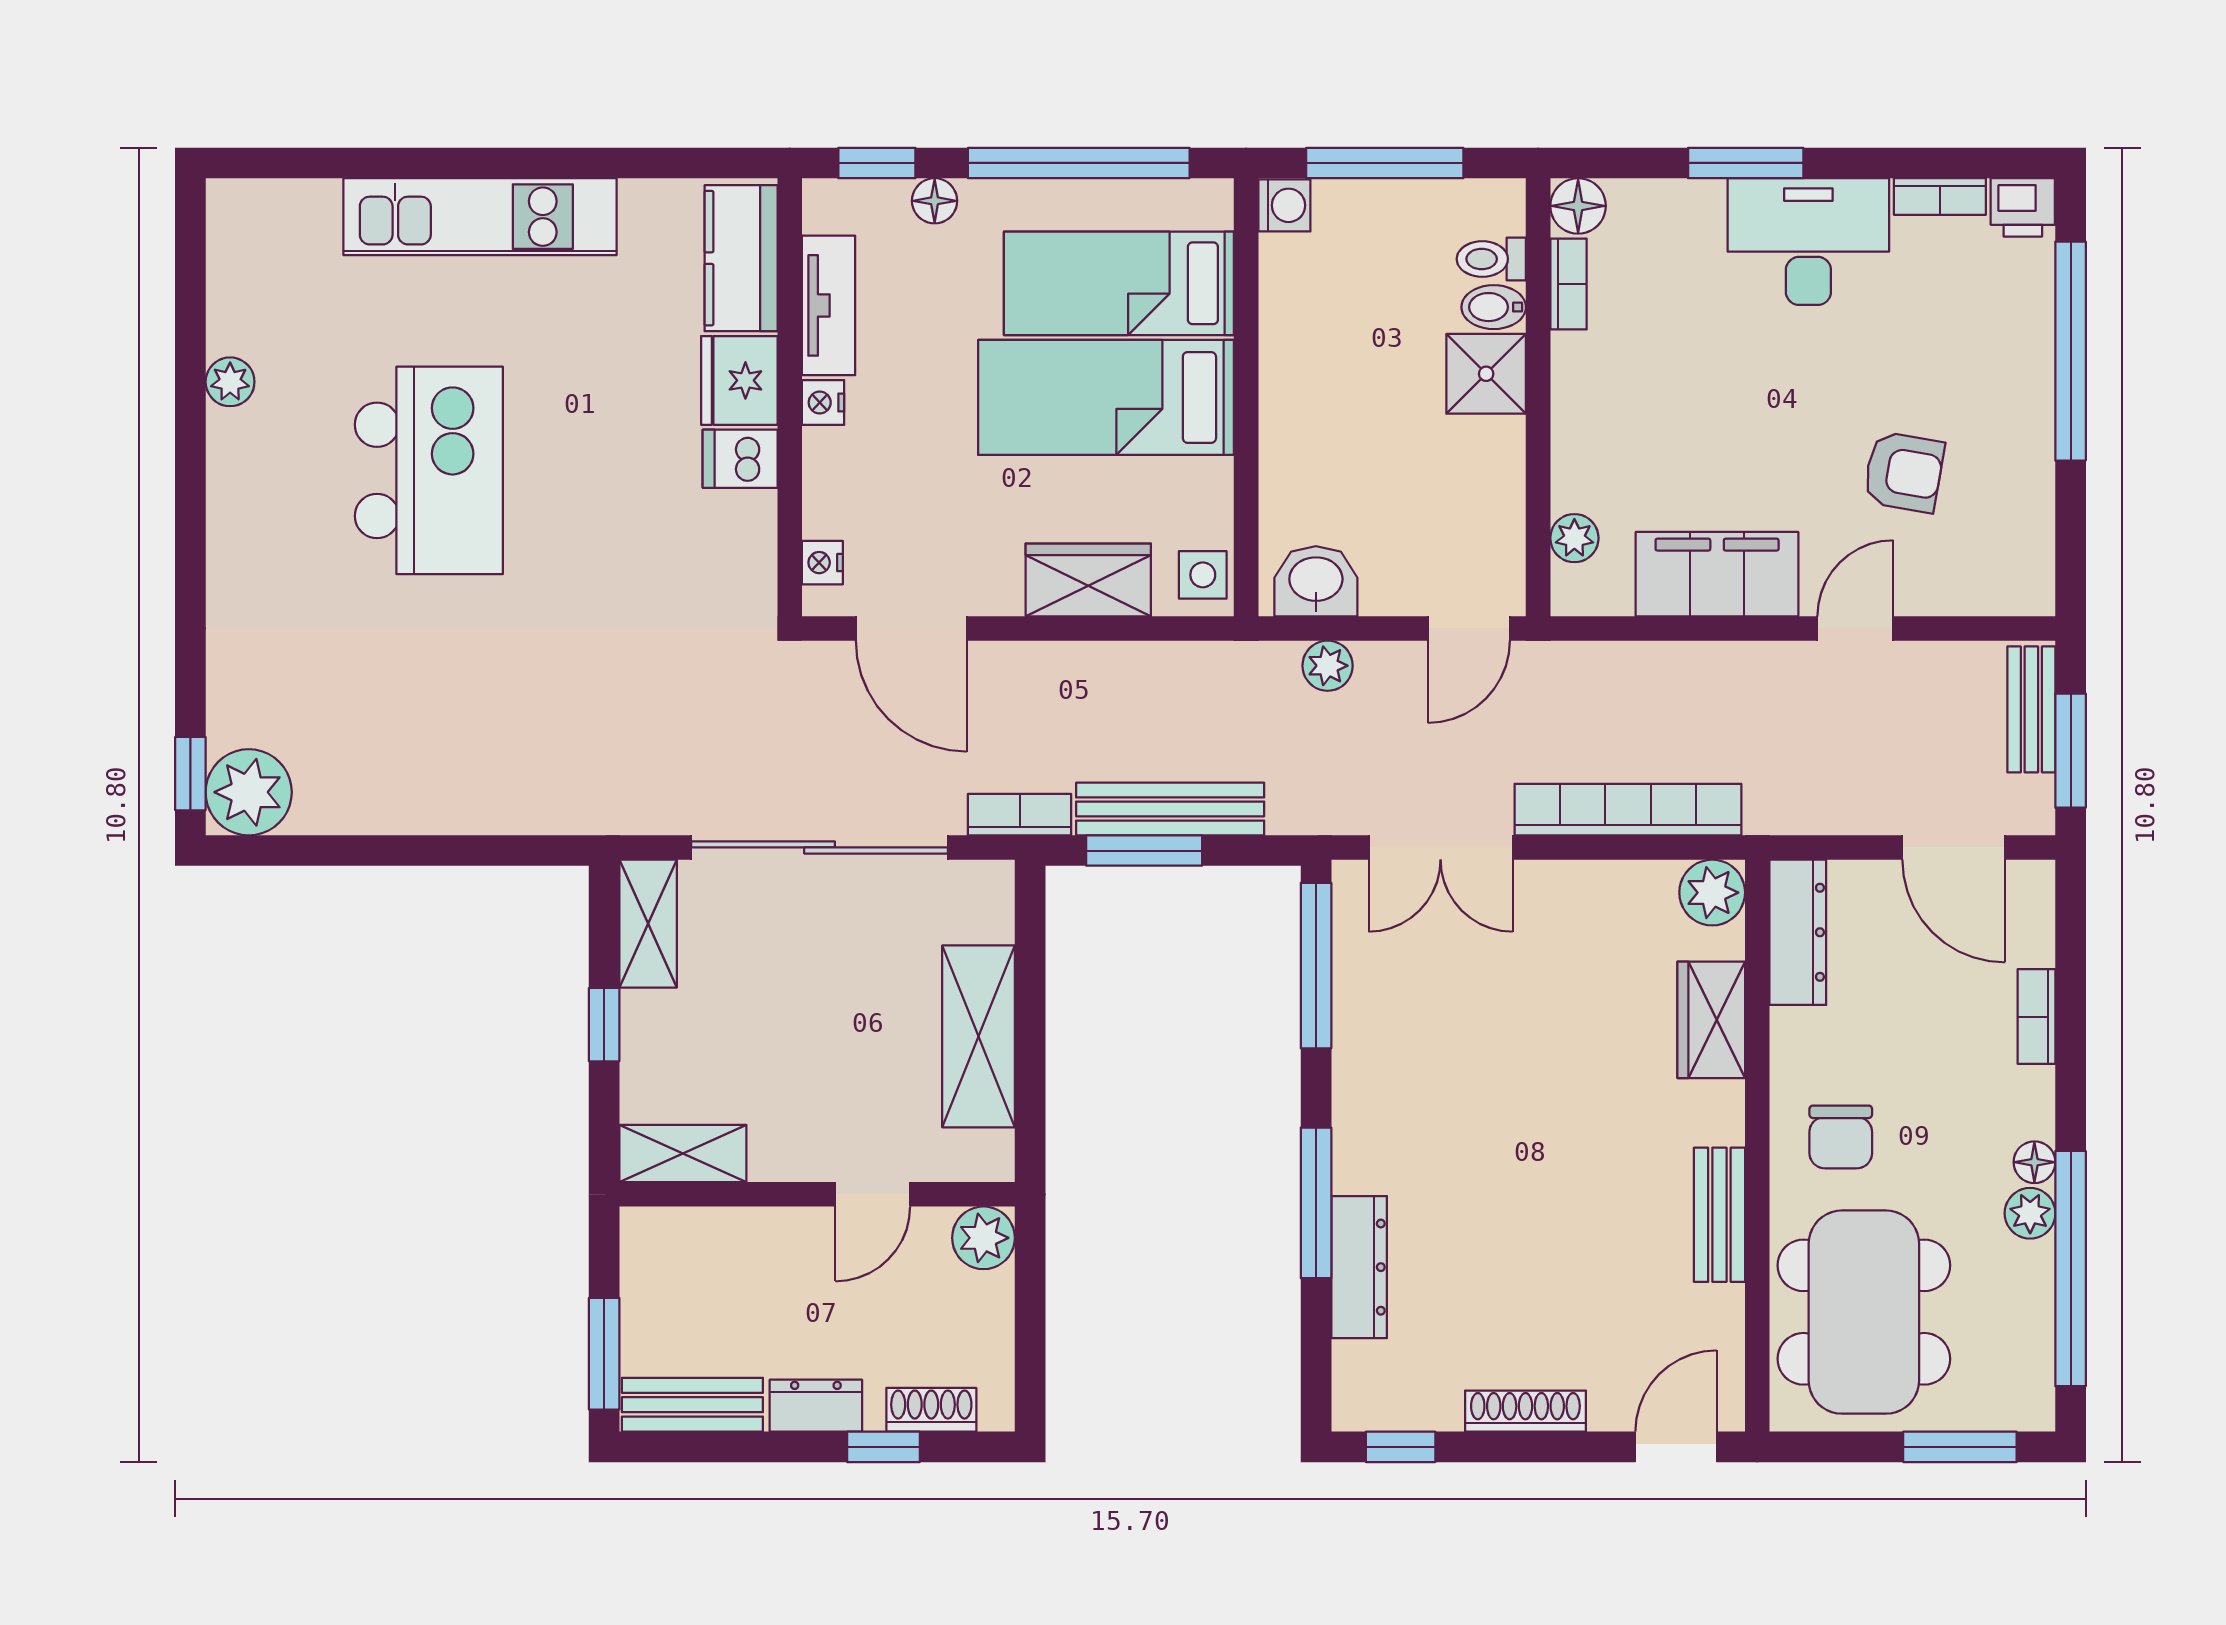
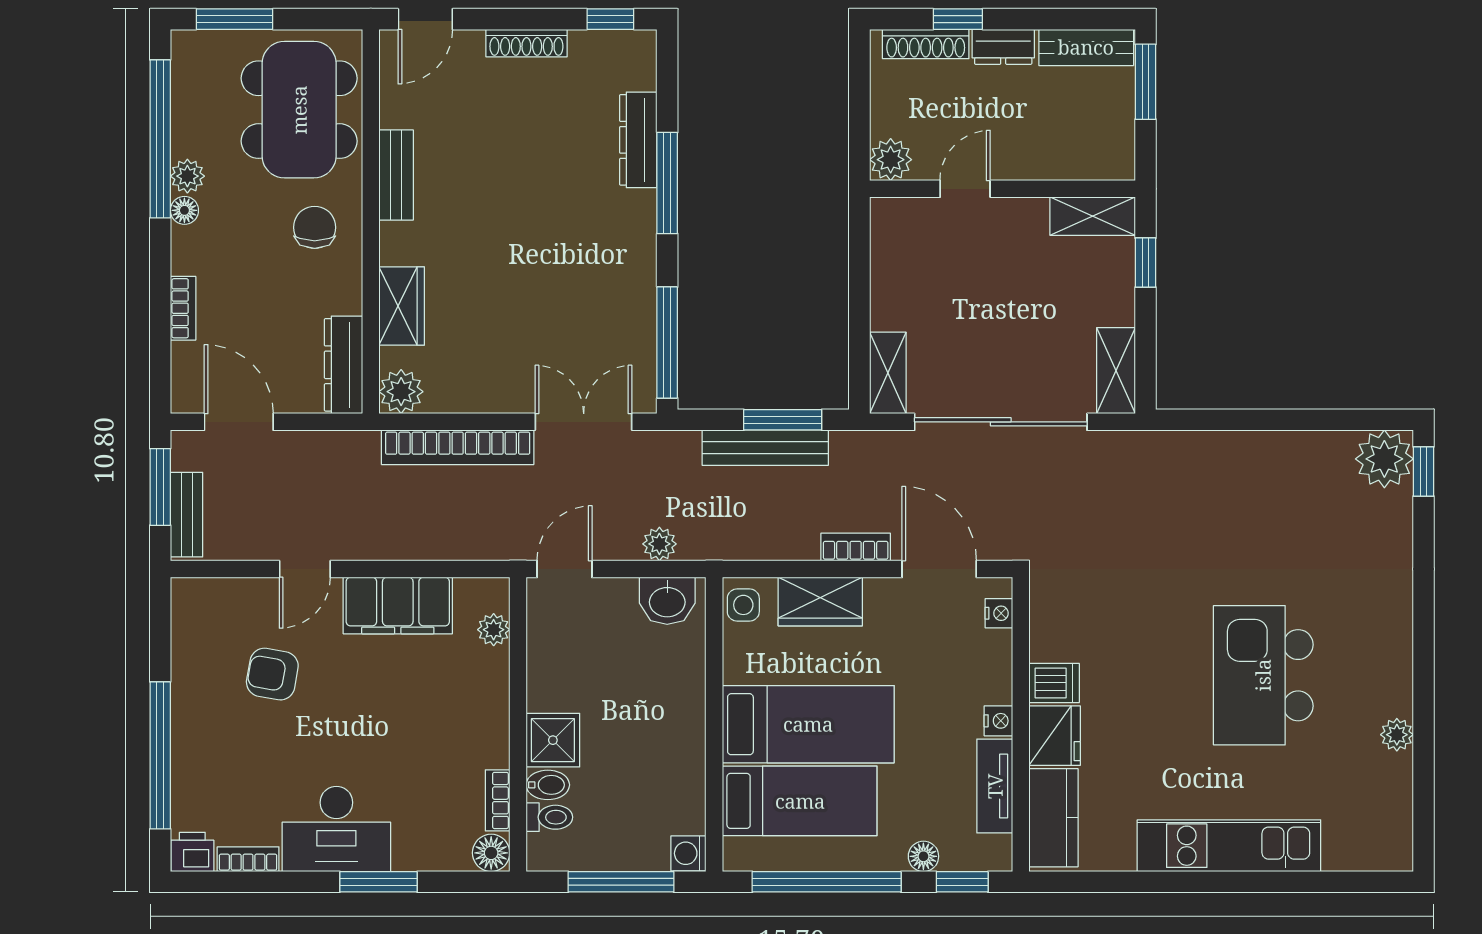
bookcase: (1020, 815) -> (856, 547), moved, turned 180
window: (604, 1025) -> (1145, 263), moved
shelving: (979, 1036) -> (888, 373), moved, width x0.67, depth x0.75
shoe rack: (931, 1410) -> (926, 44), width x1.43

